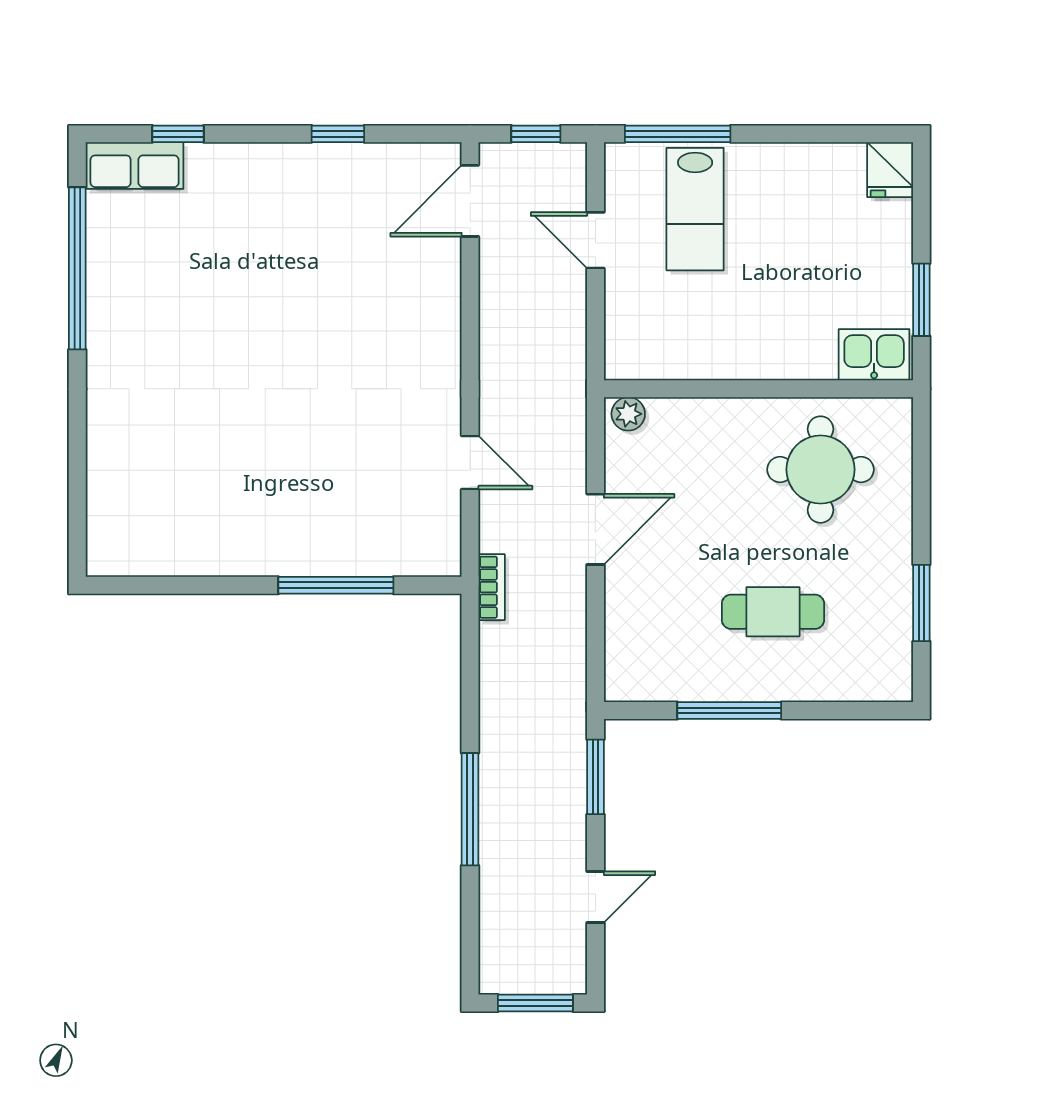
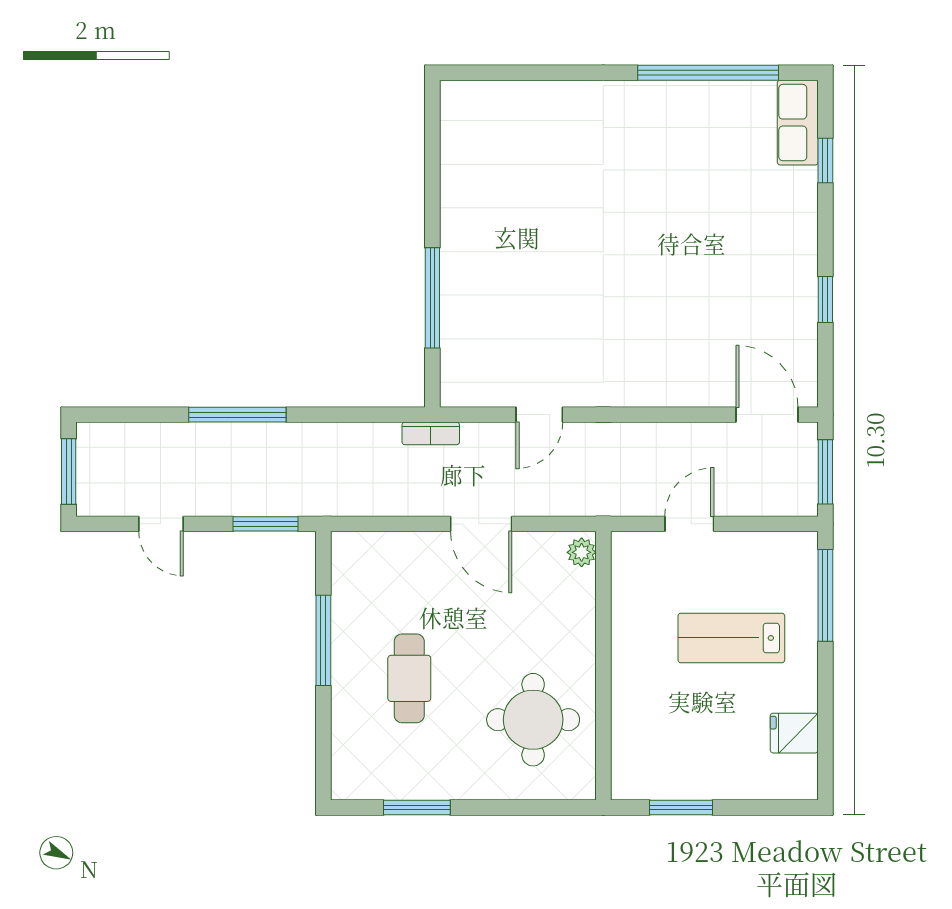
window: (536, 134) -> (825, 472), width x1.50
fridge: (890, 170) -> (794, 733), moved
lab bench: (695, 209) -> (731, 638), moved
door: (595, 240) -> (689, 524), moved
kitchen sink: (874, 355) -> (633, 766), removed

